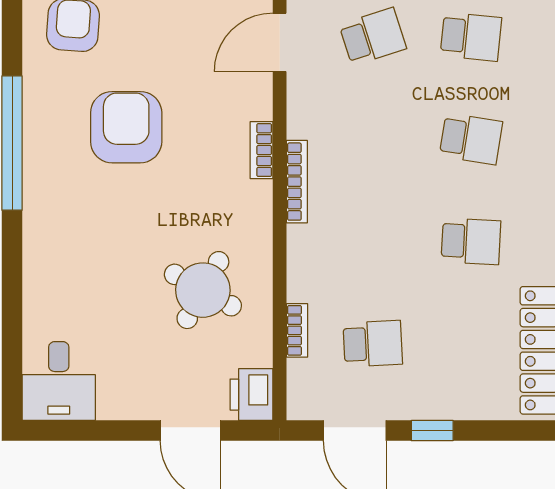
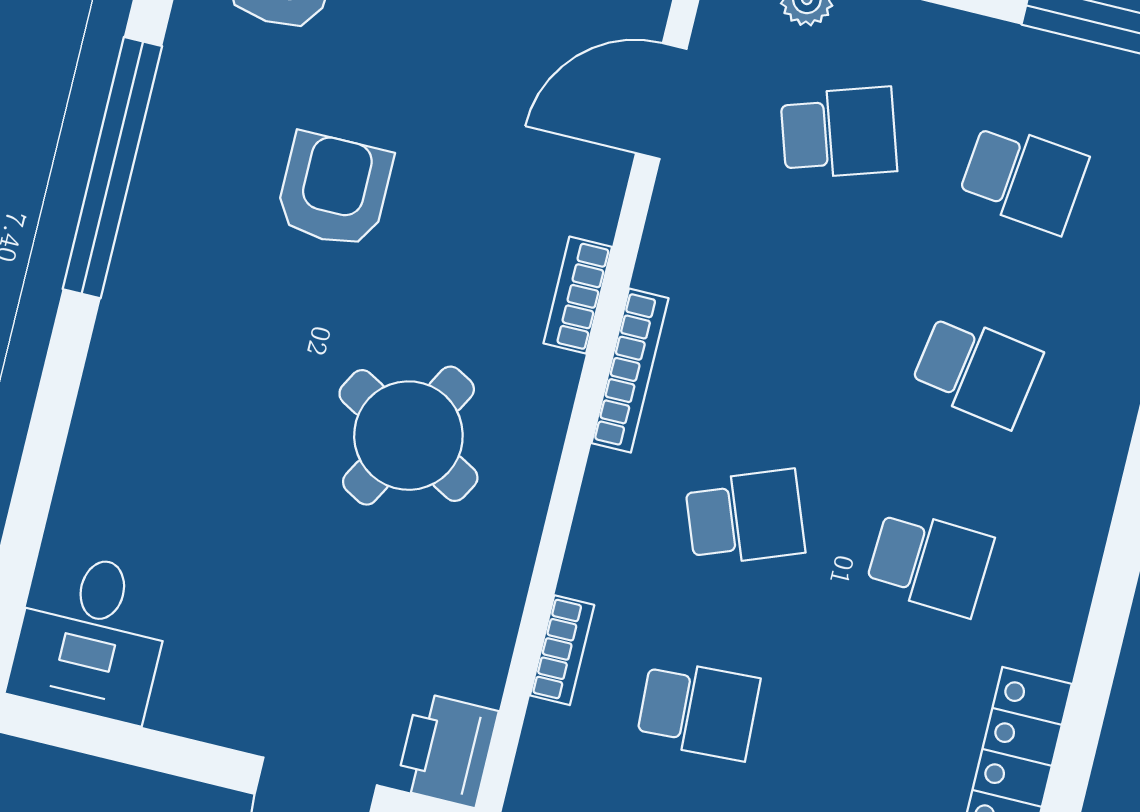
armchair: (126, 127) -> (334, 190), width x0.73, depth x0.73
school desk: (373, 241) -> (745, 517), added
round table: (203, 290) -> (408, 436), moved

